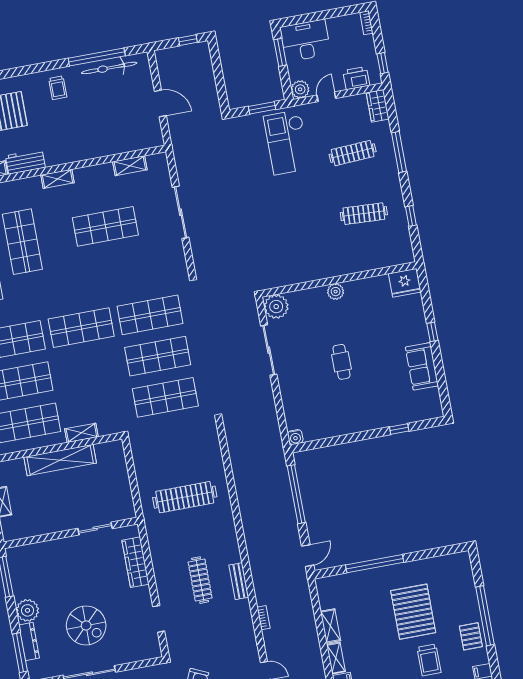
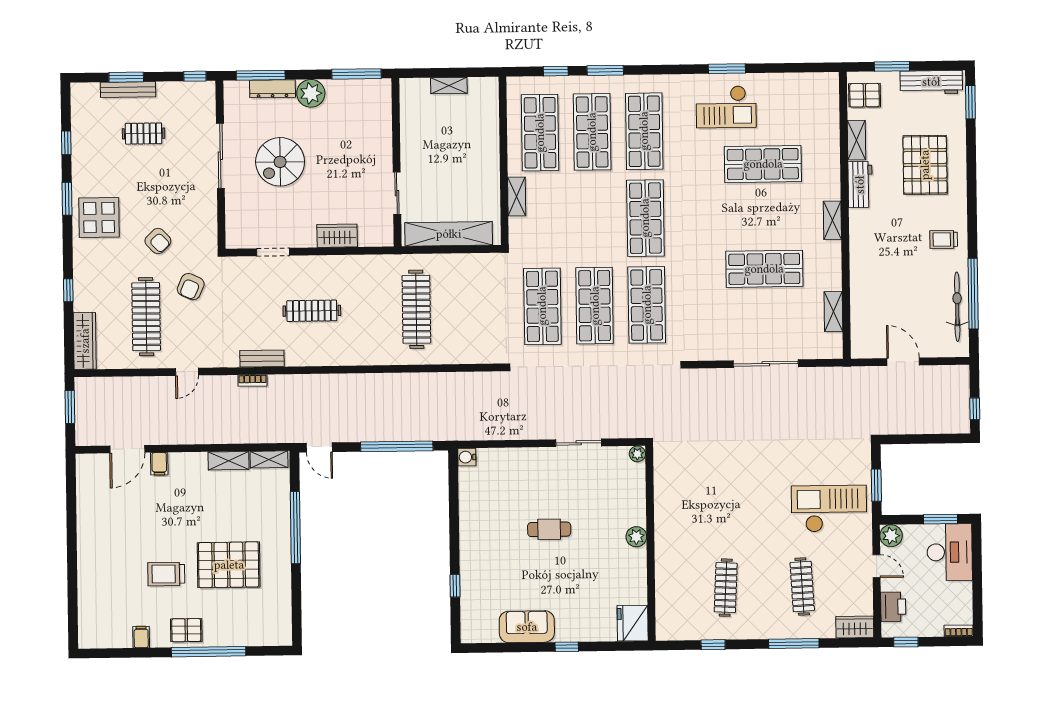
door: (160, 103) -> (903, 362), swing flipped
shop shelf: (105, 226) -> (764, 269), turned 90
plant: (276, 307) -> (637, 454), width x0.53, depth x0.53
sliding door: (269, 350) -> (579, 443), width x0.73
shelving: (60, 460) -> (449, 234), moved, turned 90
wardrobe: (136, 562) -> (337, 236), width x0.67
bench: (239, 581) -> (262, 359), moved
shelving: (336, 658) -> (269, 459), moved

